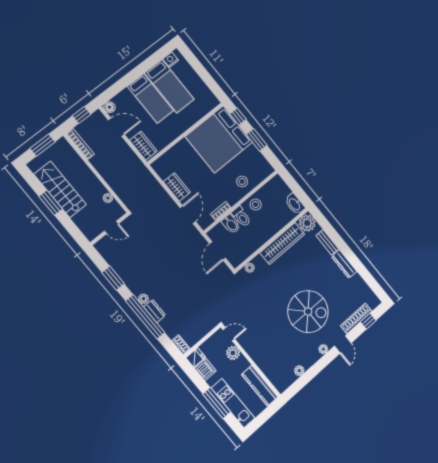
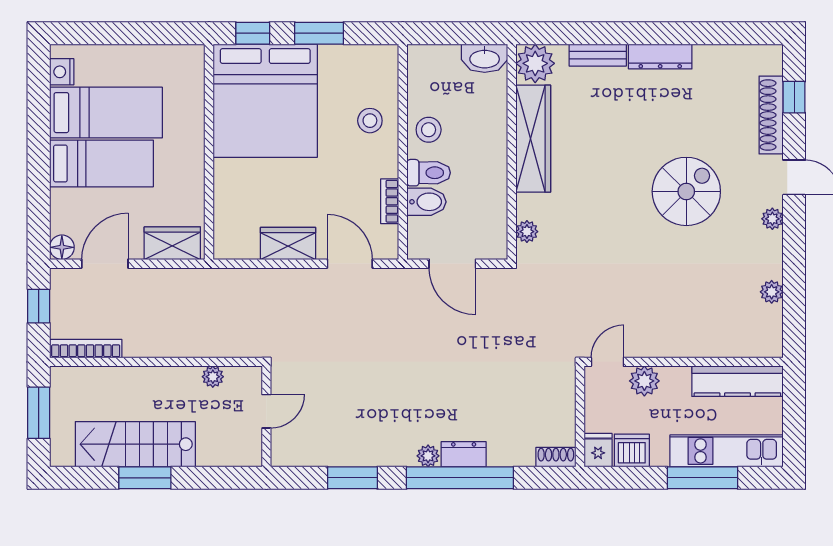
spiral stairs: (308, 312) -> (686, 191), width x0.73, depth x0.73

